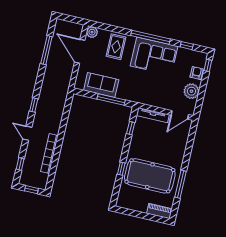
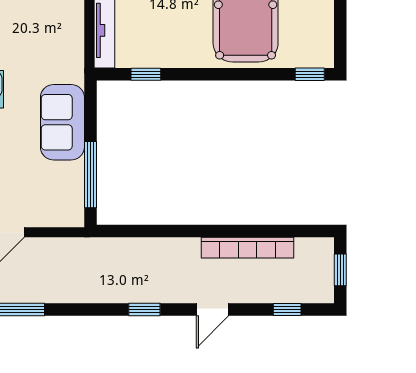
sofa: (101, 85) -> (62, 122), moved
window: (111, 99) -> (90, 175), moved
window: (121, 169) -> (310, 74), moved

